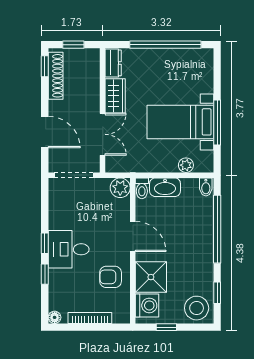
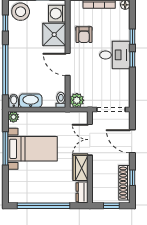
window: (45, 66) -> (132, 178), moved
plant: (186, 165) -> (13, 117), moved
washbasin: (165, 187) -> (31, 101), moved
armchair: (111, 277) -> (84, 35), turned 90

